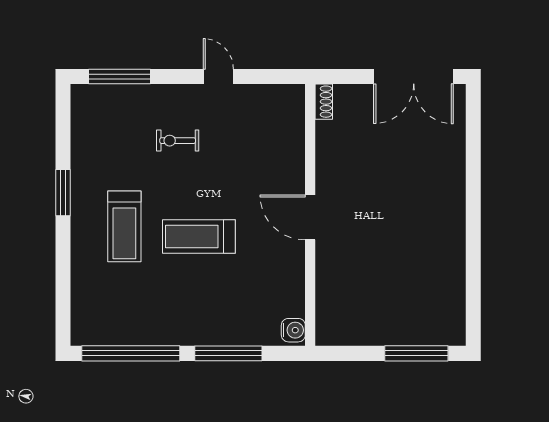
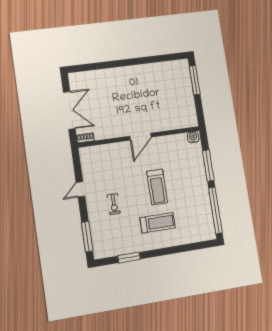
double door: (414, 76) -> (69, 110), moved
window: (63, 193) -> (129, 258), moved

